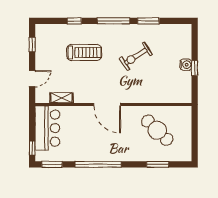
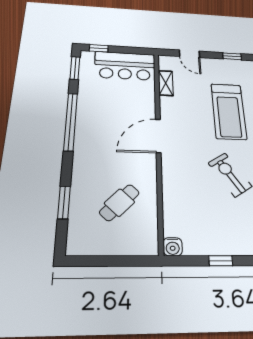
treadmill: (84, 52) -> (229, 111), width x1.37, depth x1.38
water cooler: (186, 65) -> (173, 247), moved
cafe table: (157, 130) -> (119, 203), width x0.73, depth x0.74

